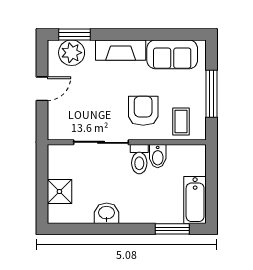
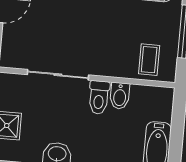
armchair: (143, 111) -> (108, 44), removed

